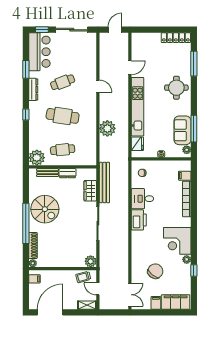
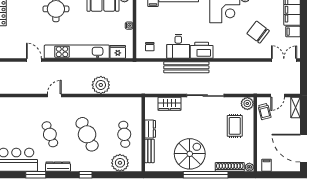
cafe table: (63, 116) -> (87, 134), turned -33
plant: (37, 158) -> (120, 163), moved
bench: (104, 183) -> (186, 67), moved
rug: (70, 250) -> (235, 126), added

